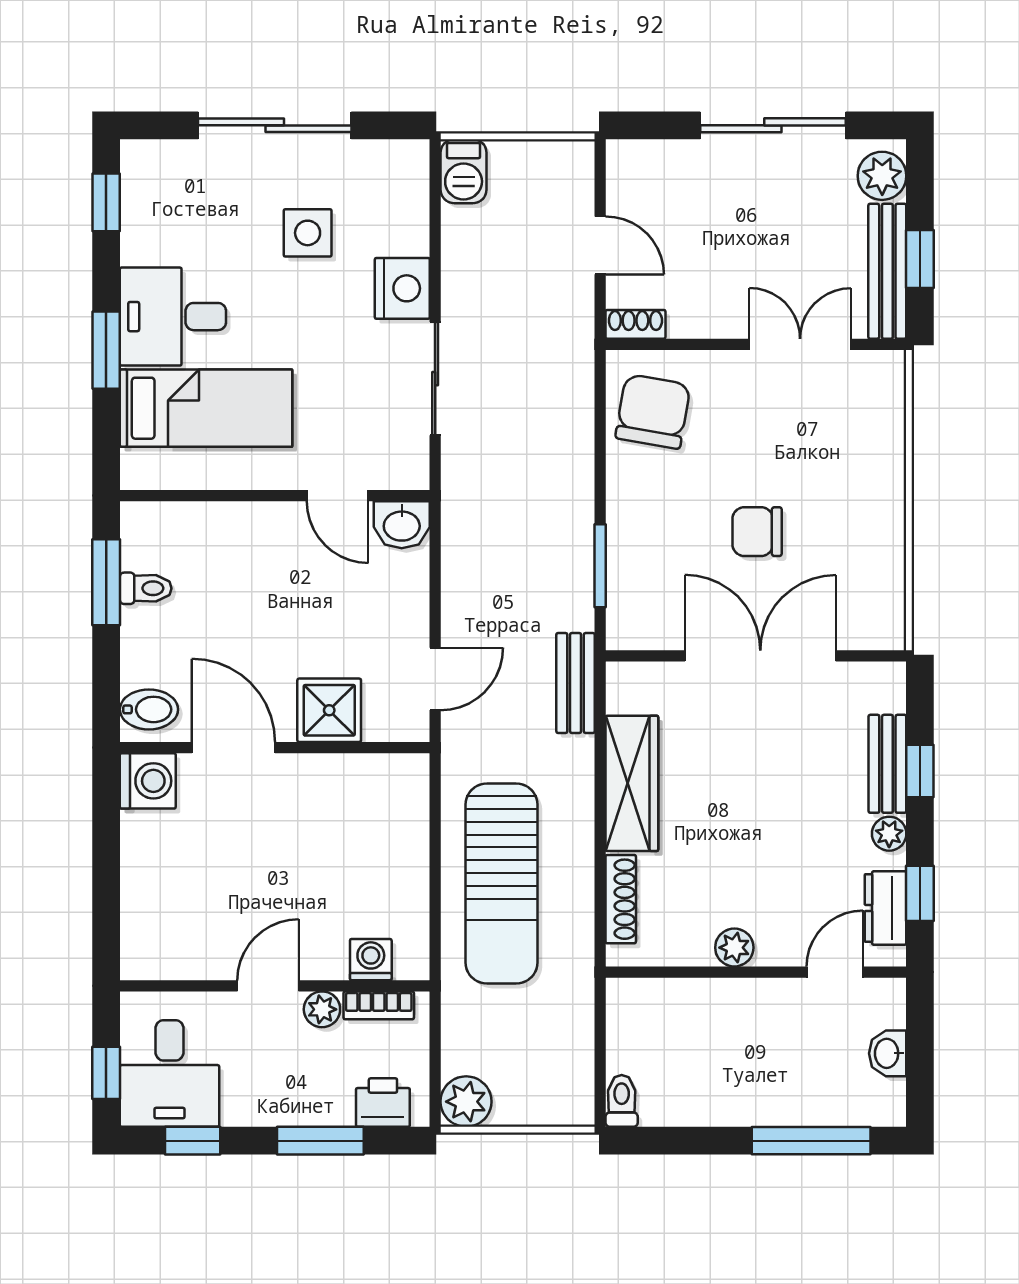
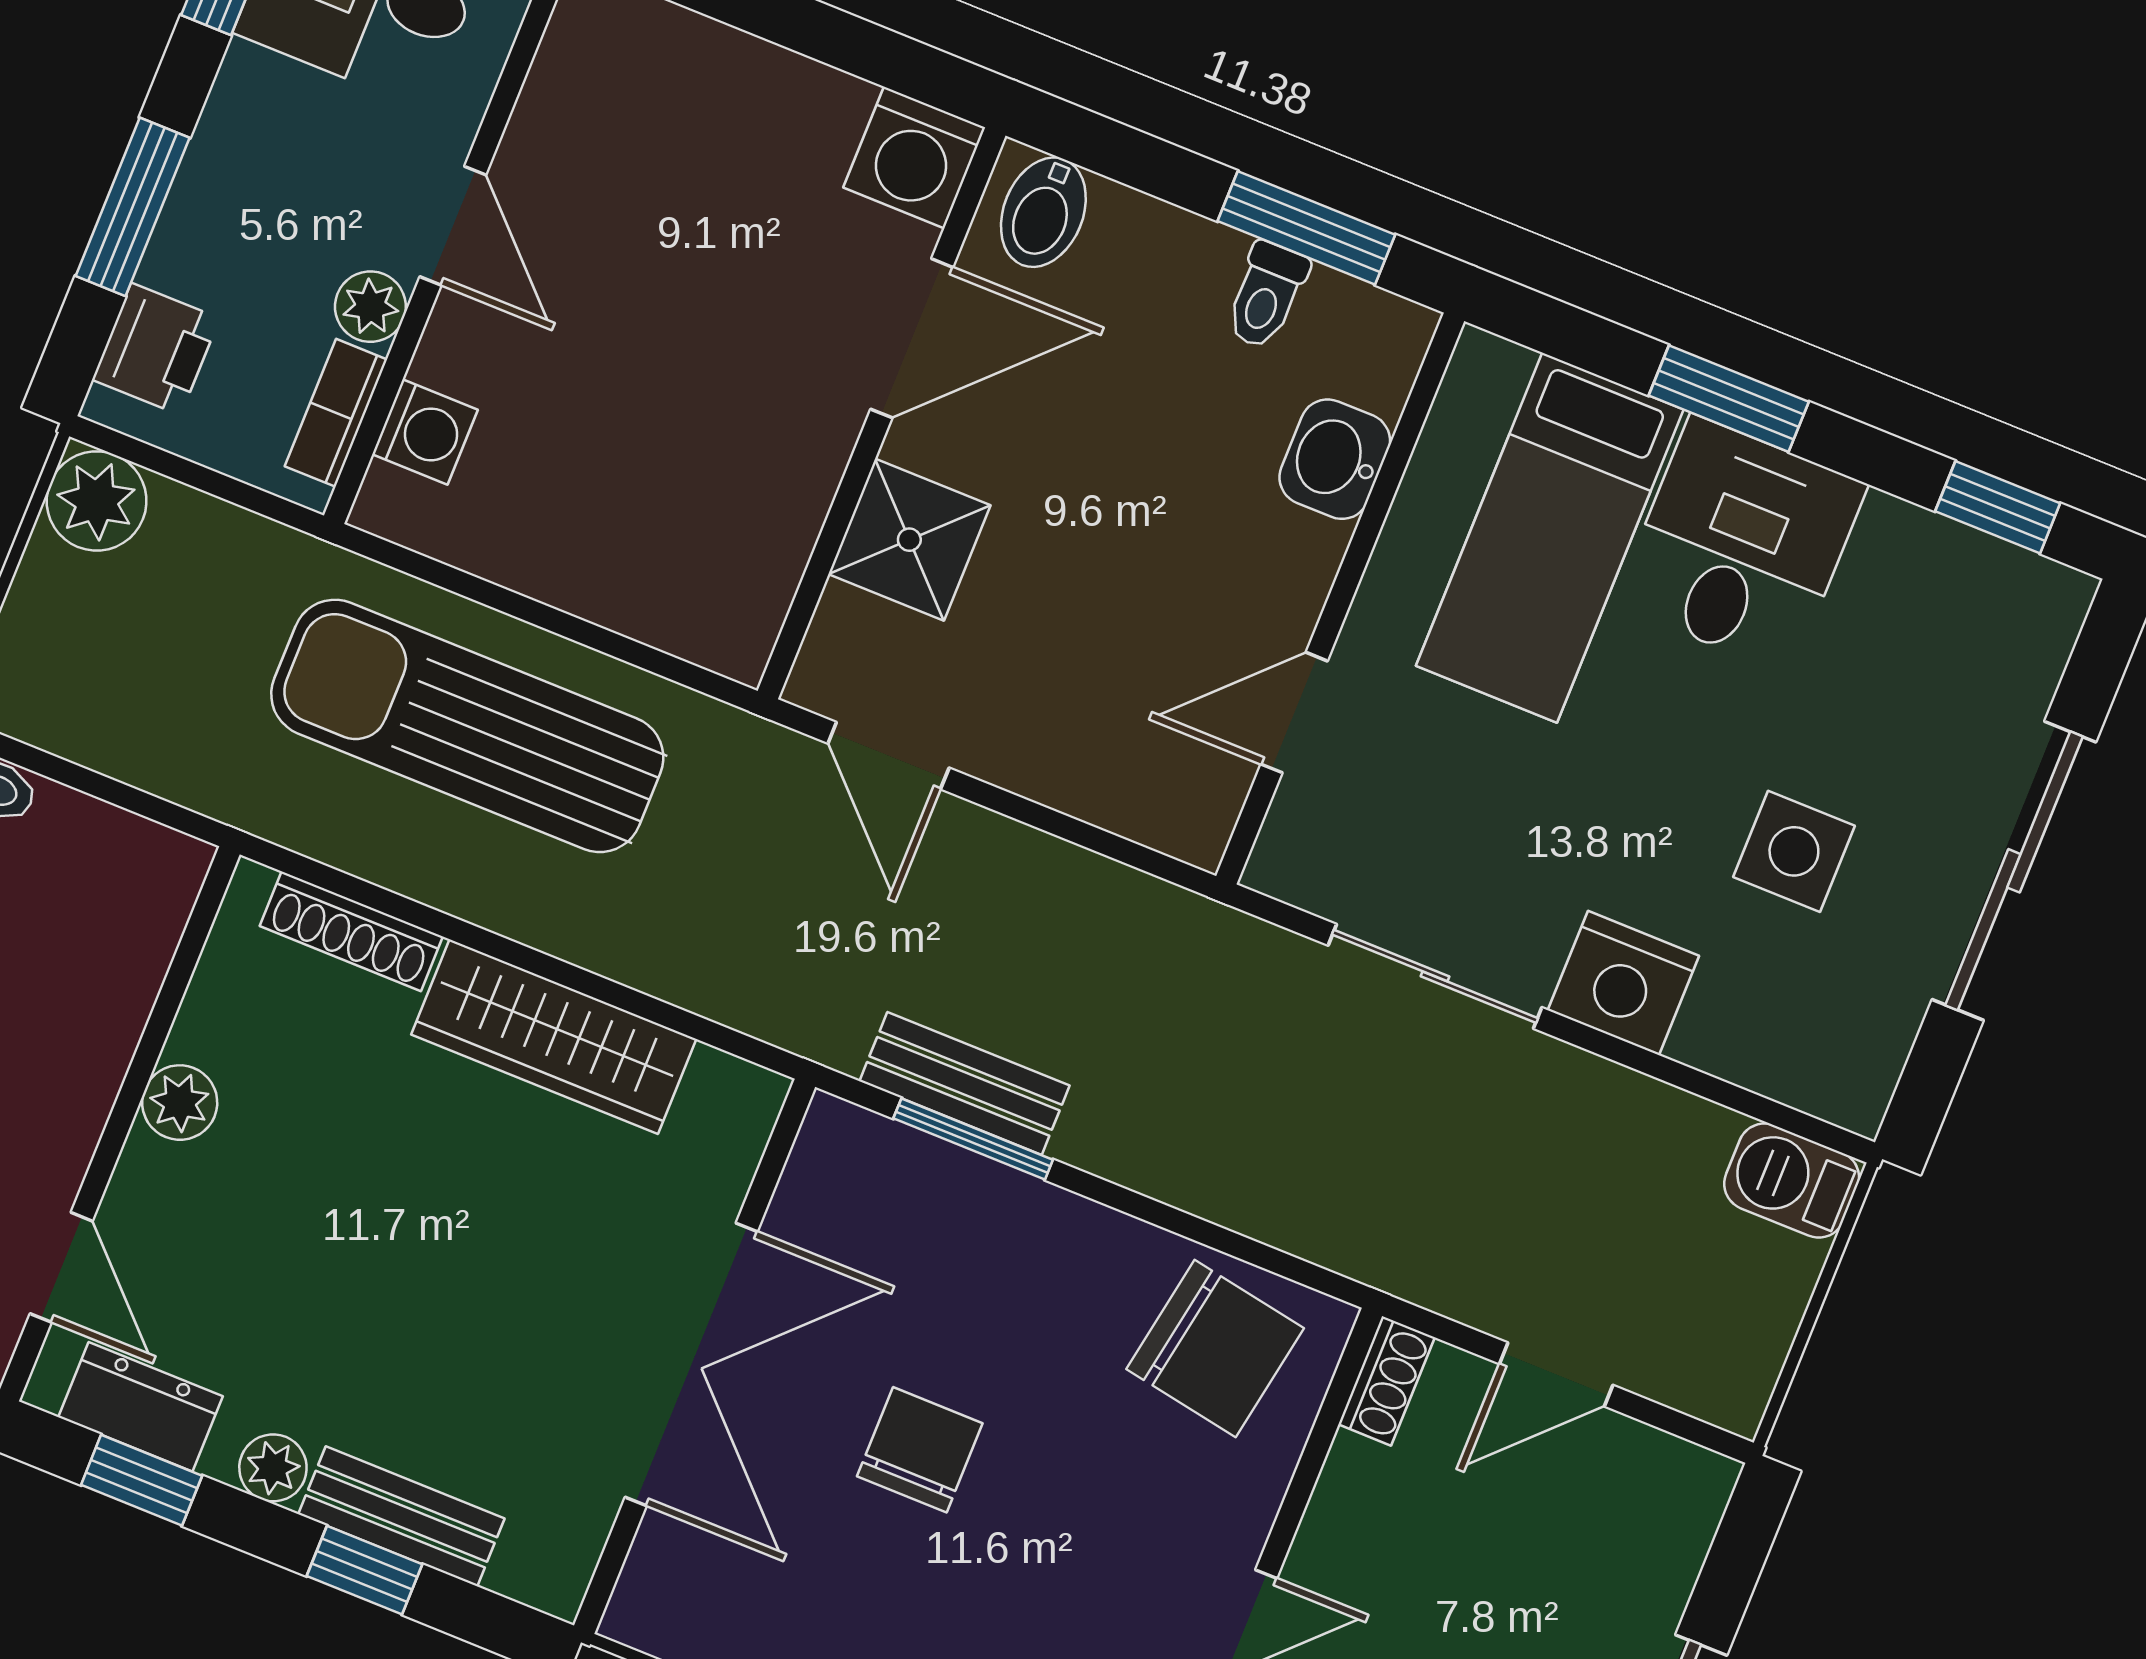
washbasin: (402, 525) -> (1335, 459), moved
bench: (576, 683) -> (964, 1083), moved

